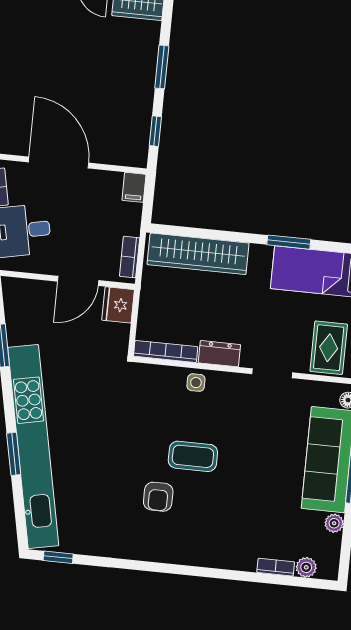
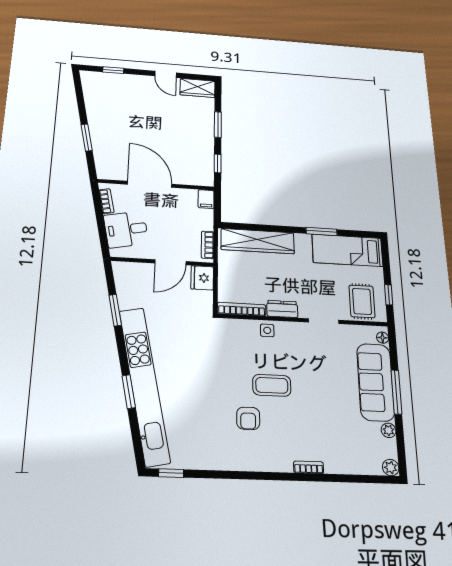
bookcase: (276, 567) -> (309, 467), moved
plant: (306, 567) -> (391, 468), moved

